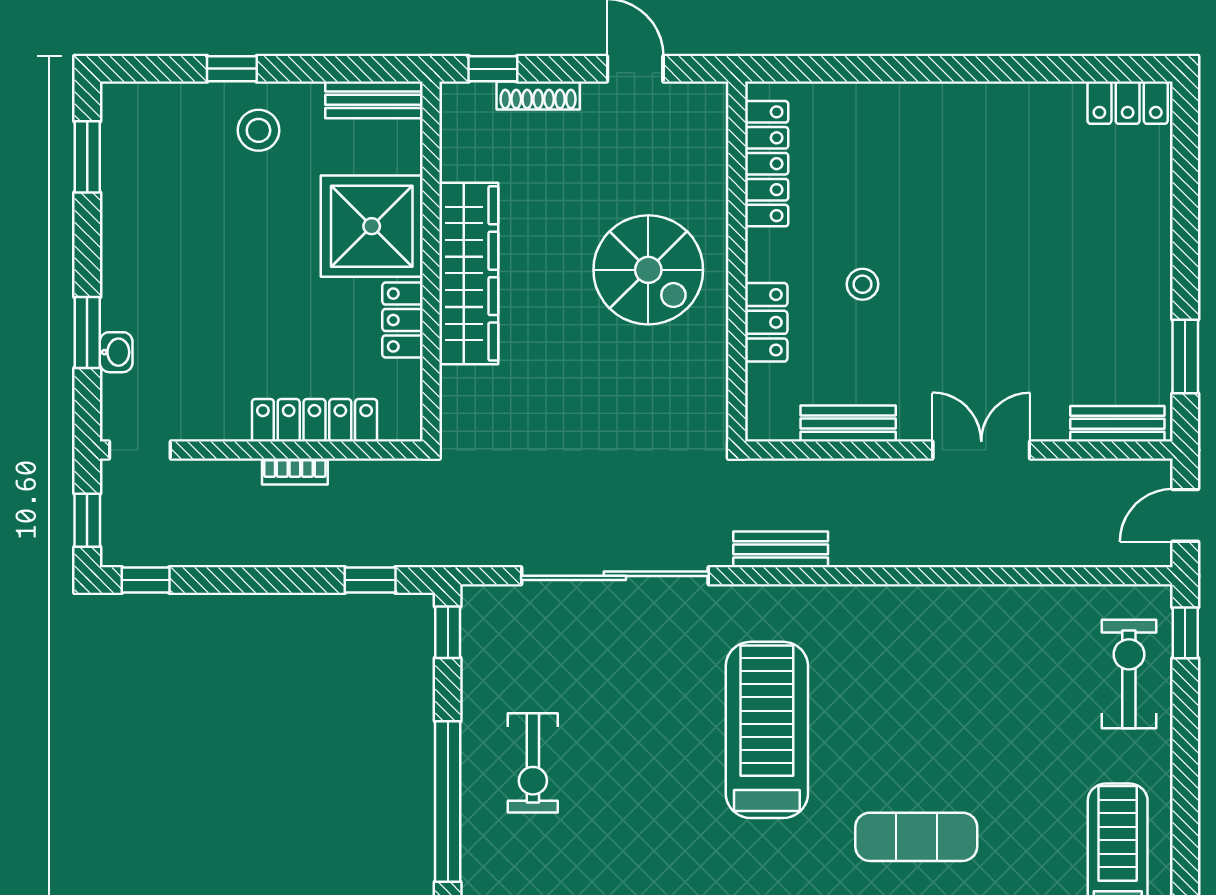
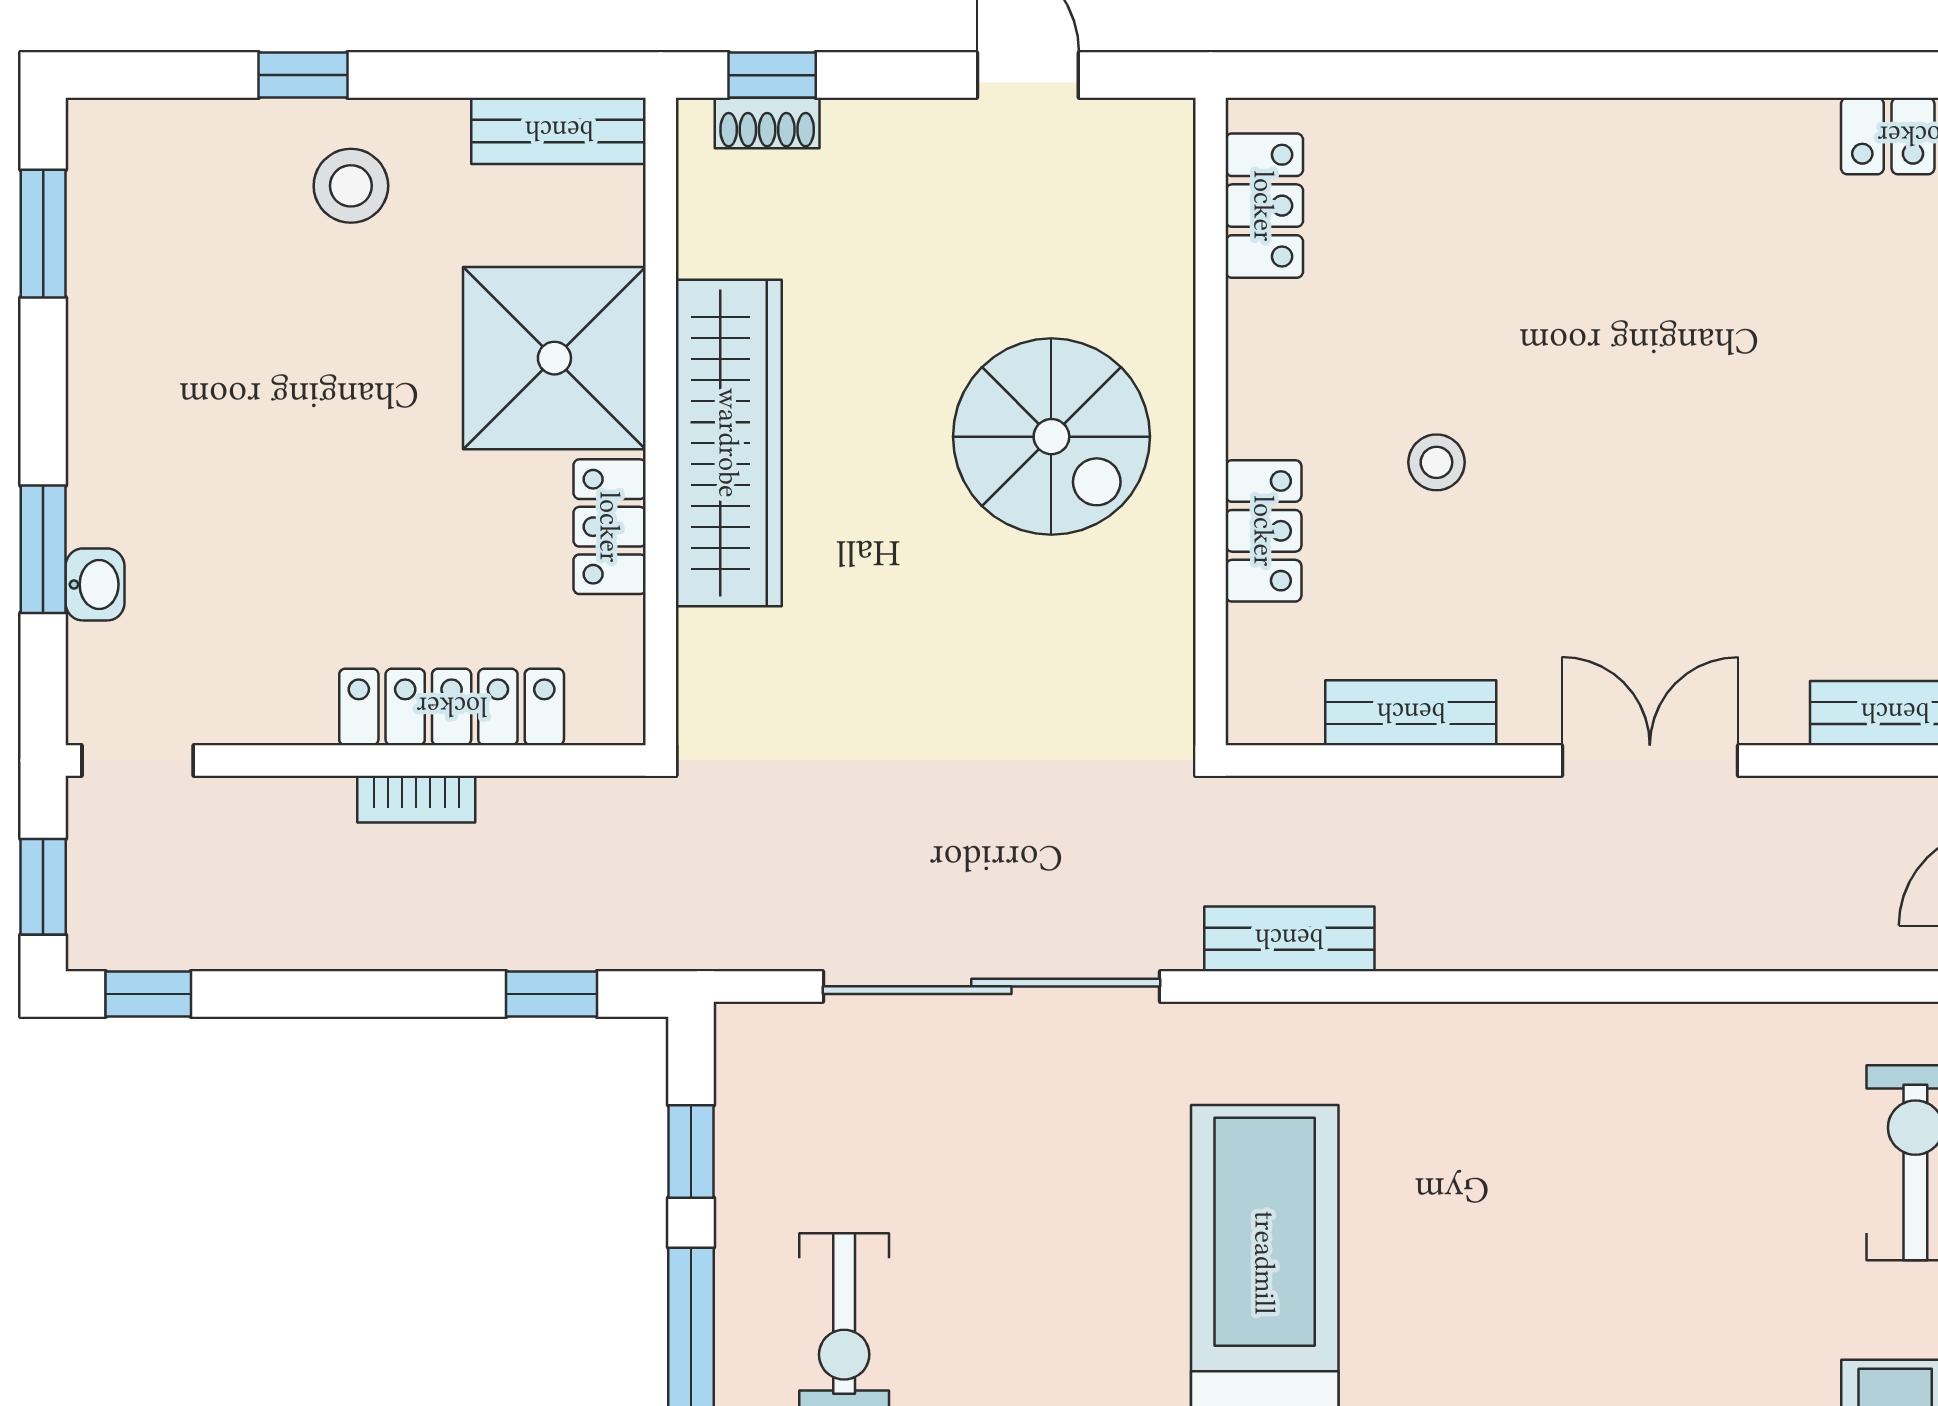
shoe rack: (538, 95) -> (767, 123), moved, width x0.70
locker: (767, 164) -> (1264, 206), width x0.66
window: (448, 632) -> (691, 1151), moved

